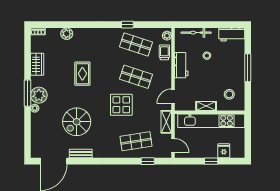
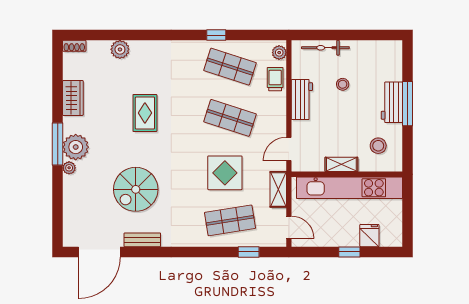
workbench: (232, 34) -> (392, 102), moved, turned 90
display table: (121, 105) -> (225, 173), moved

